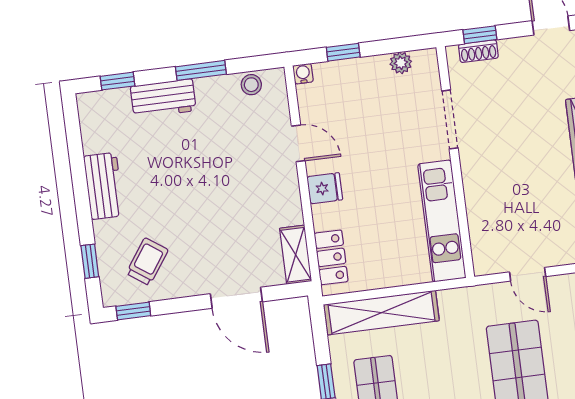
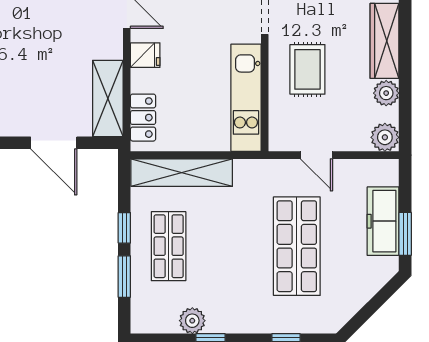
rug: (506, 181) -> (307, 69), added
shelving: (296, 255) -> (108, 98), width x1.50, depth x1.33

